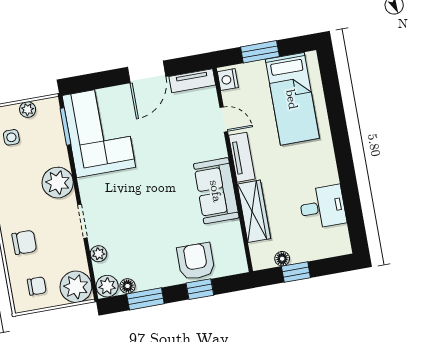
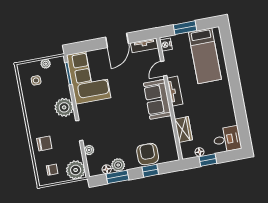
door: (224, 119) -> (164, 69), swing flipped
sofa: (216, 191) -> (157, 99), moved
desk: (323, 207) -> (227, 139), moved
wardrobe: (254, 211) -> (183, 129), width x0.67
plant: (107, 286) -> (118, 165), moved

